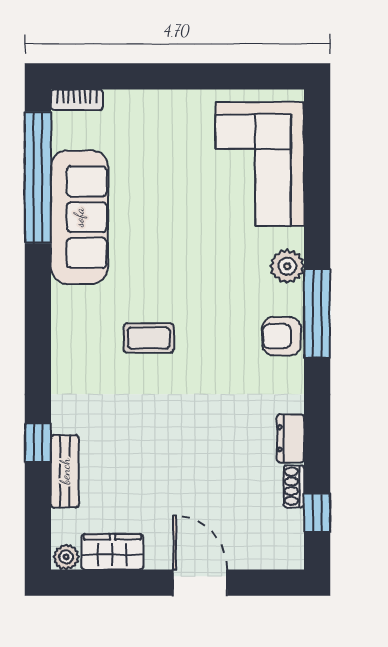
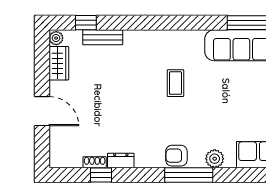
armchair: (282, 336) -> (176, 156), turned -90
window: (38, 443) -> (86, 23), moved
window: (317, 513) -> (101, 175), moved
door: (200, 583) -> (42, 111), hinge flipped

